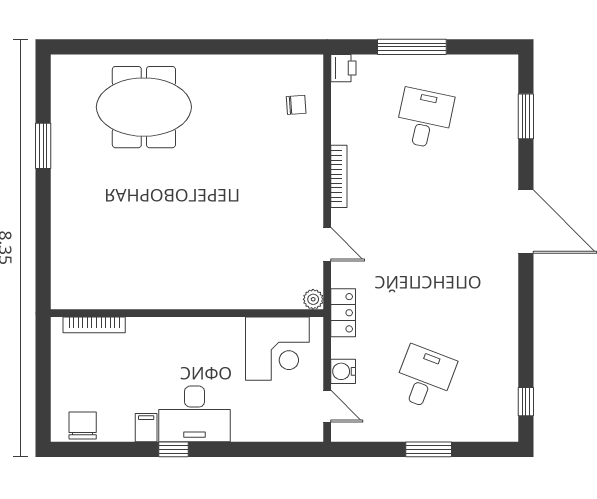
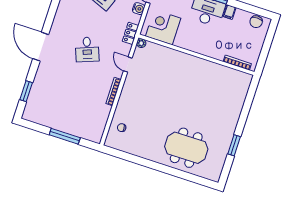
printer: (343, 68) -> (97, 137), removed
desk: (425, 118) -> (87, 49), moved, turned -33

